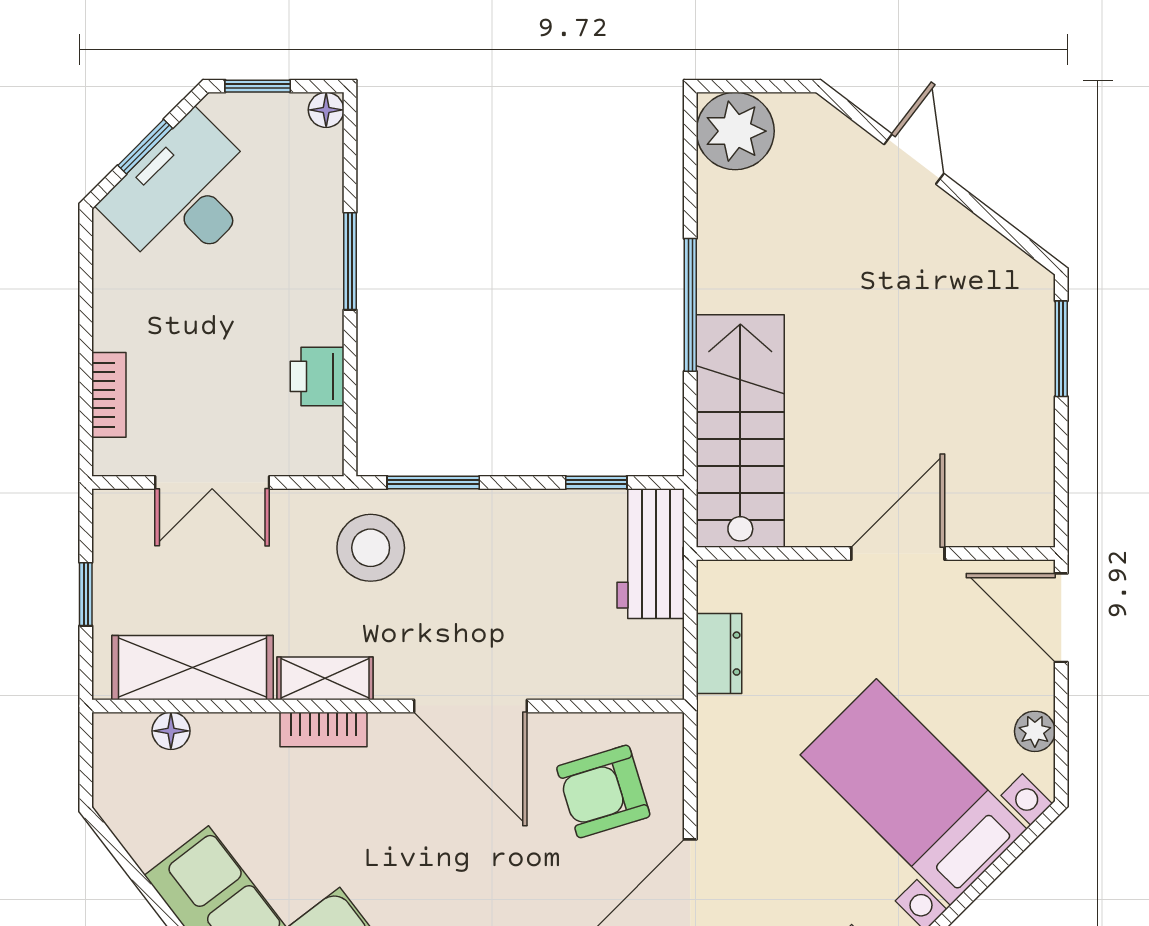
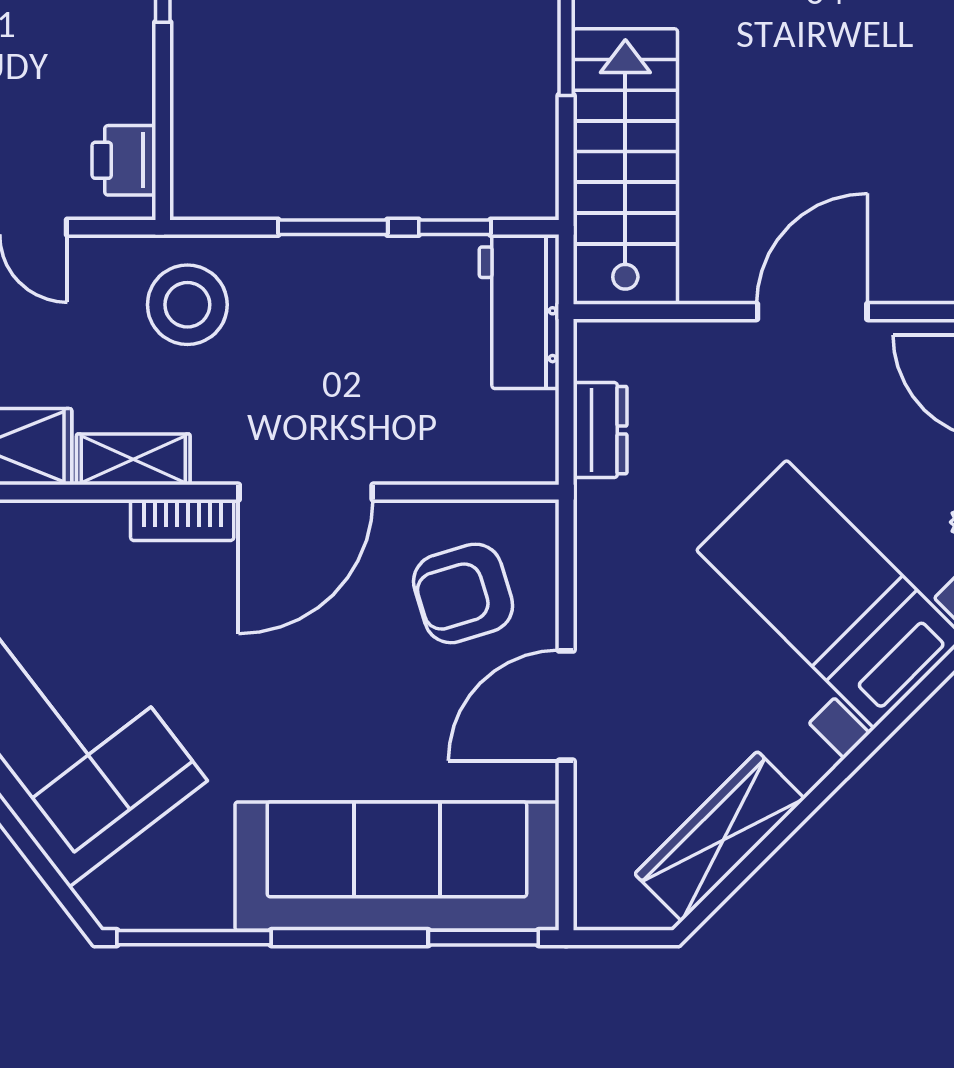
printer: (317, 376) -> (124, 160), moved
window: (433, 482) -> (333, 227), moved
door: (471, 706) -> (306, 492), hinge flipped
bookcase: (324, 729) -> (182, 520), moved

